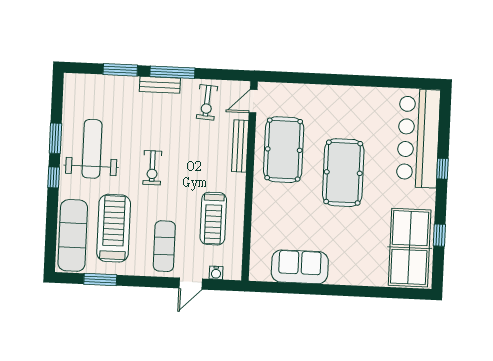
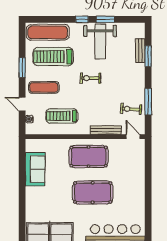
window: (172, 72) -> (148, 102), moved
bench: (160, 85) -> (140, 51), moved
weight bench: (92, 149) -> (100, 41), turned 90
pool table: (284, 150) -> (89, 157), moved
treadmill: (114, 228) -> (53, 57), turned 180
window: (100, 279) -> (22, 68), moved

